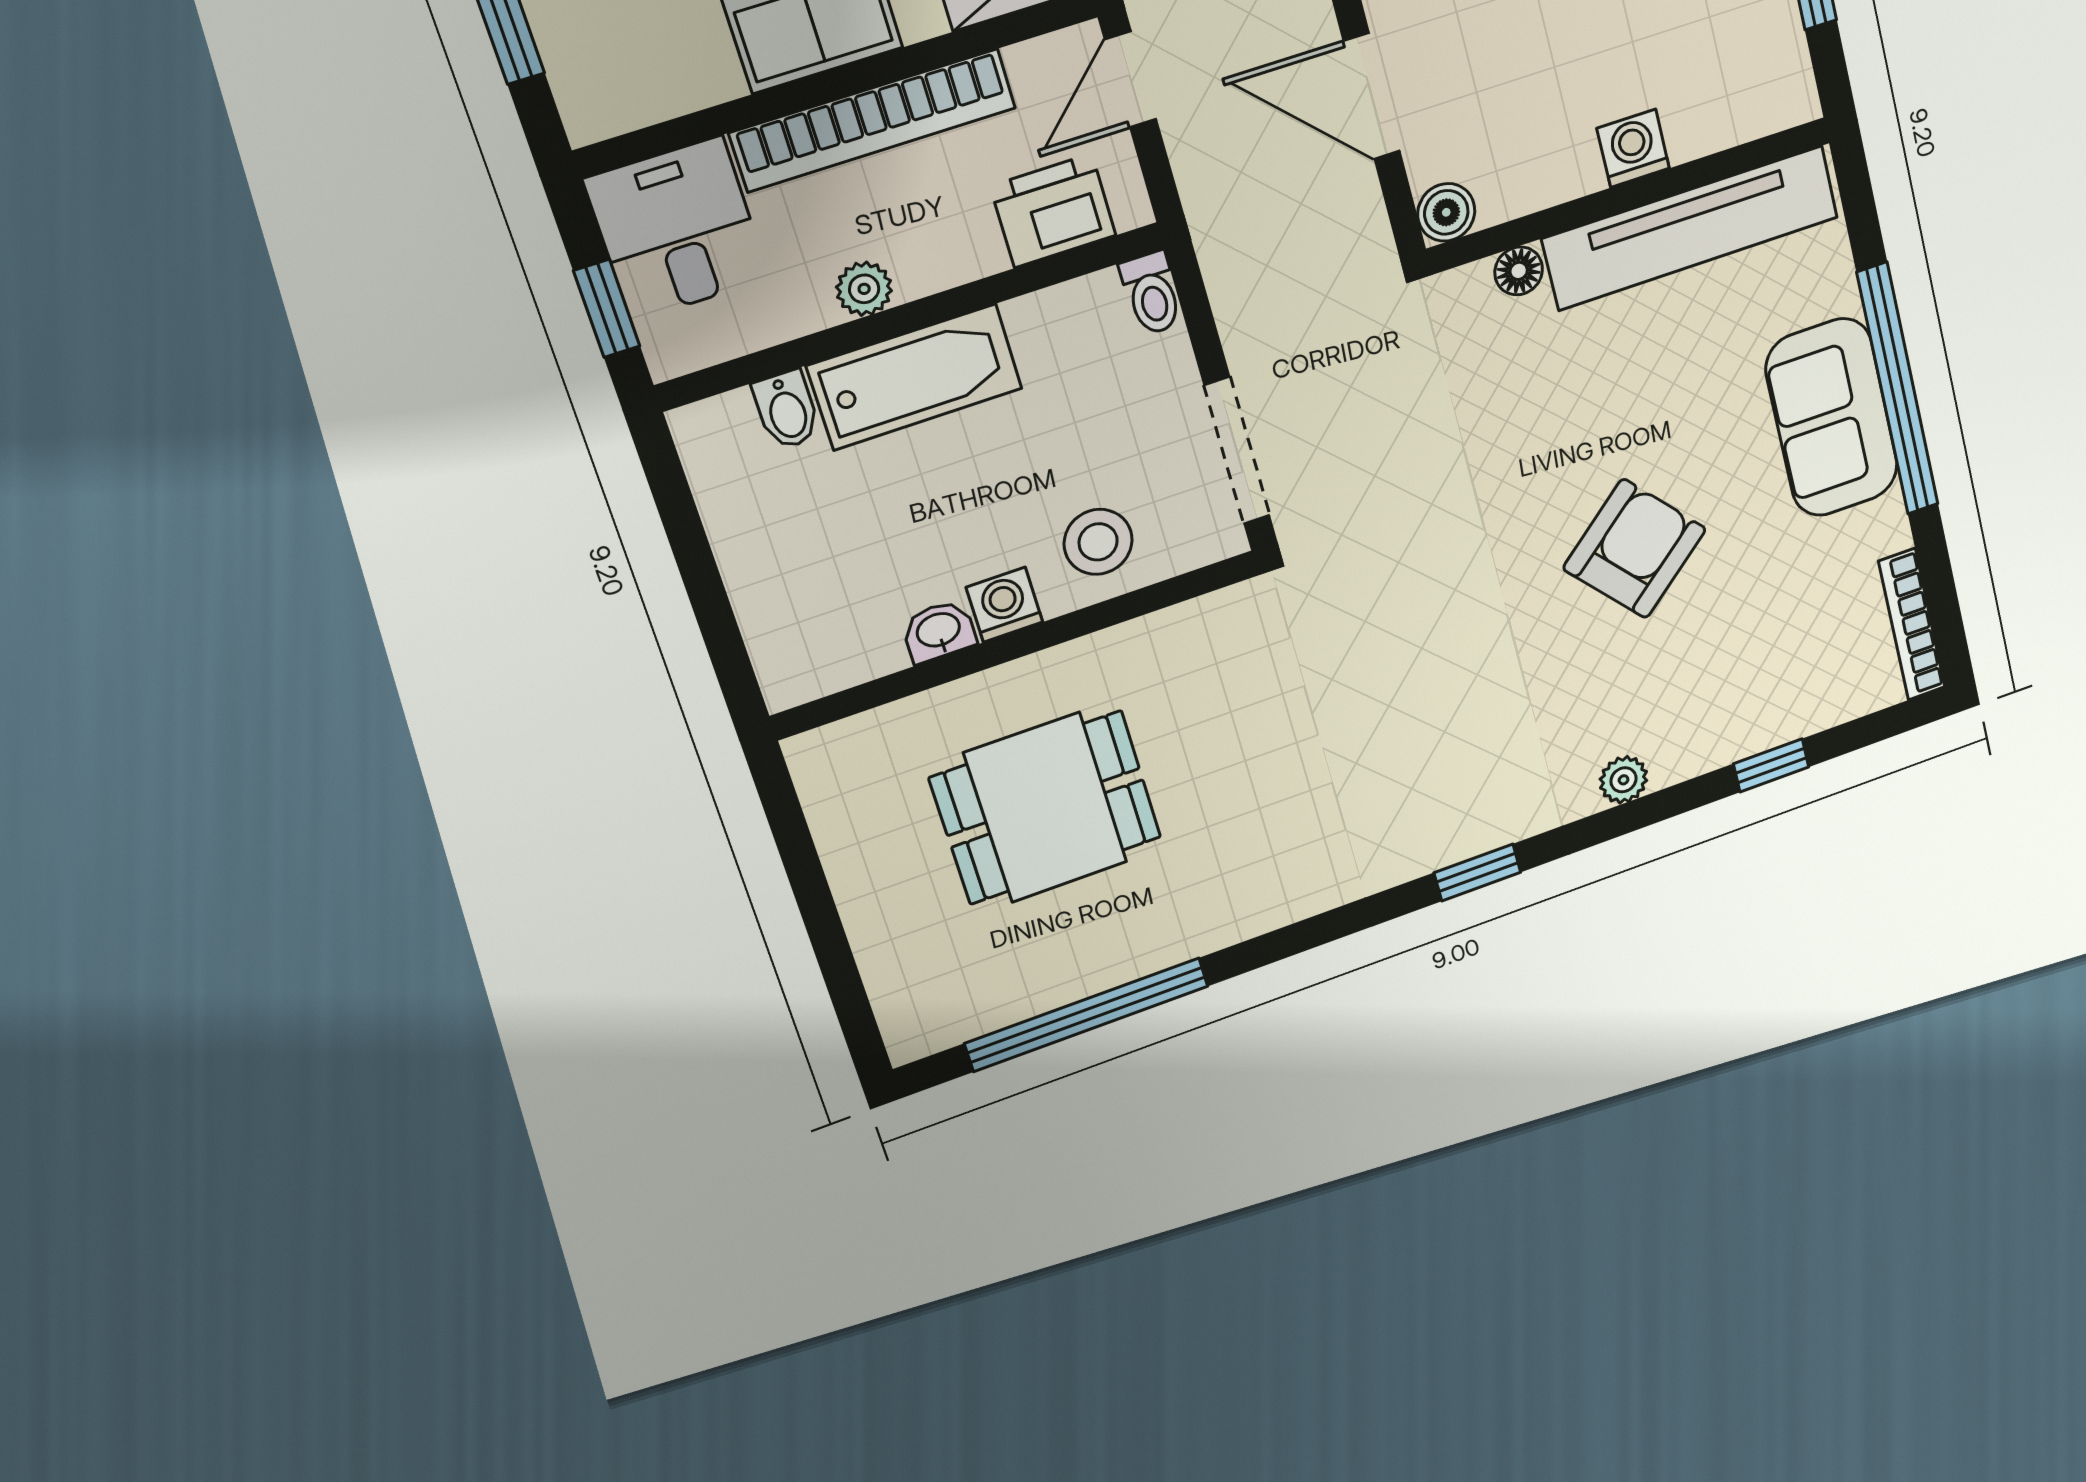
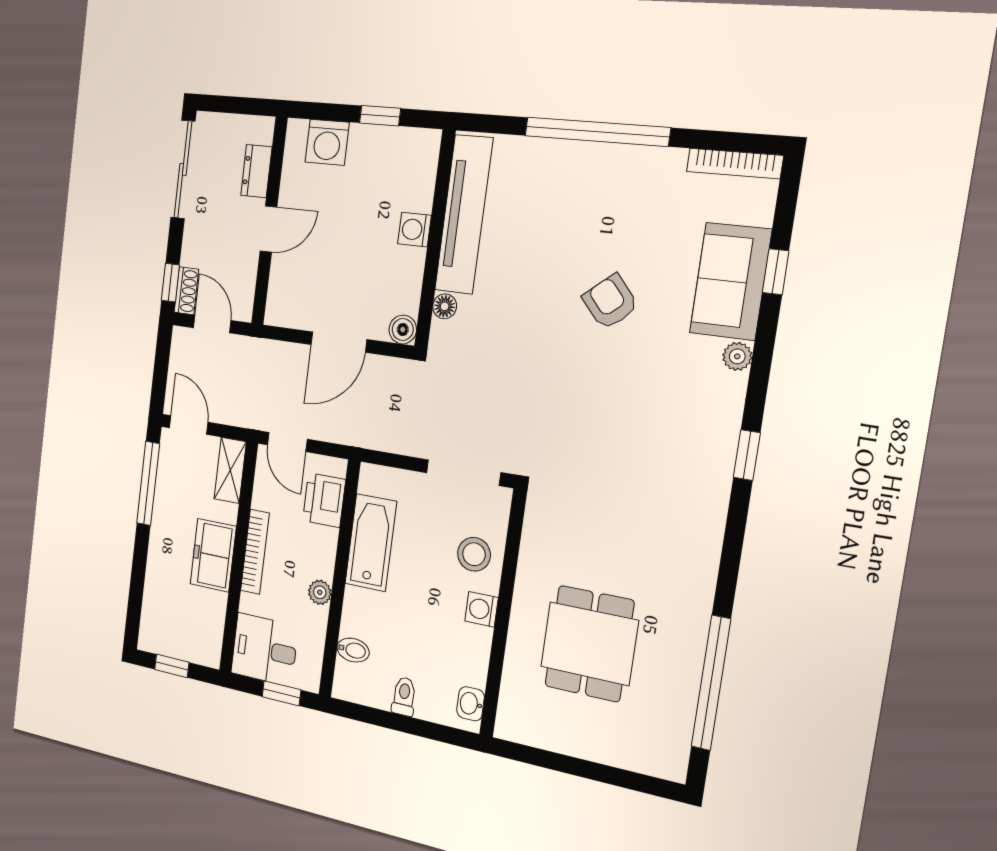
bookcase: (873, 120) -> (255, 552), width x0.68, depth x0.76
toilet: (1152, 293) -> (404, 696), moved, turned -90
bathtub: (915, 377) -> (371, 543), moved
sofa: (1832, 418) -> (730, 281), moved, turned 90
armchair: (1635, 549) -> (610, 302), width x0.72, depth x0.72
washbasin: (939, 631) -> (471, 704), moved

